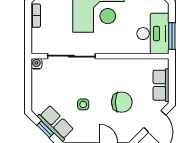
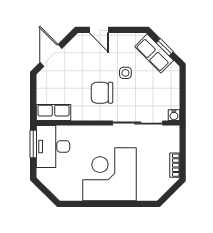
row of seats: (161, 85) -> (53, 113), moved, turned -90
chair: (122, 102) -> (102, 93), moved

